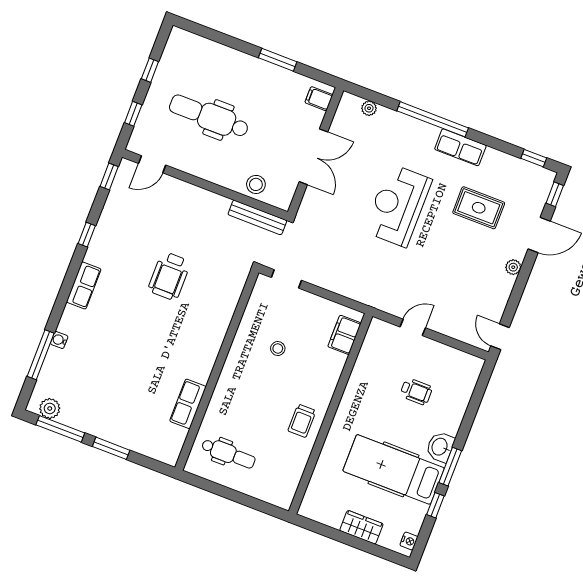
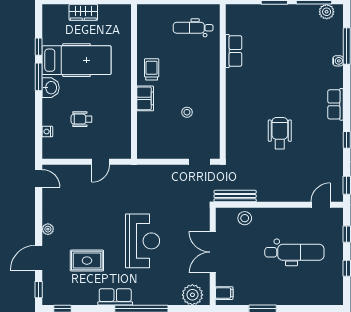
plant: (369, 108) -> (192, 295), width x1.87, depth x1.87
filing cabinet: (344, 335) -> (145, 98), moved
nightstand: (409, 541) -> (47, 132), moved

